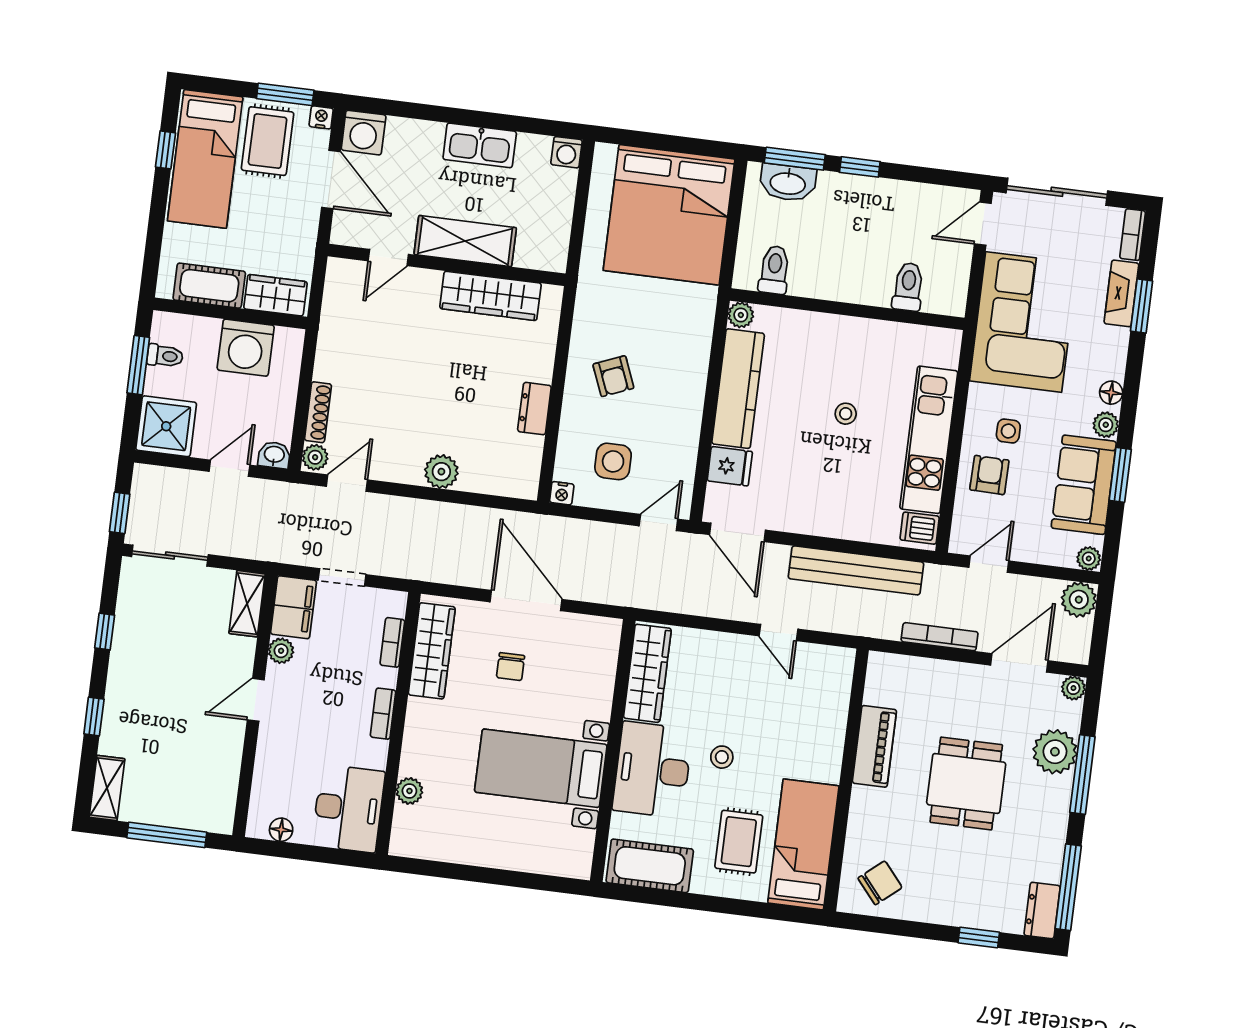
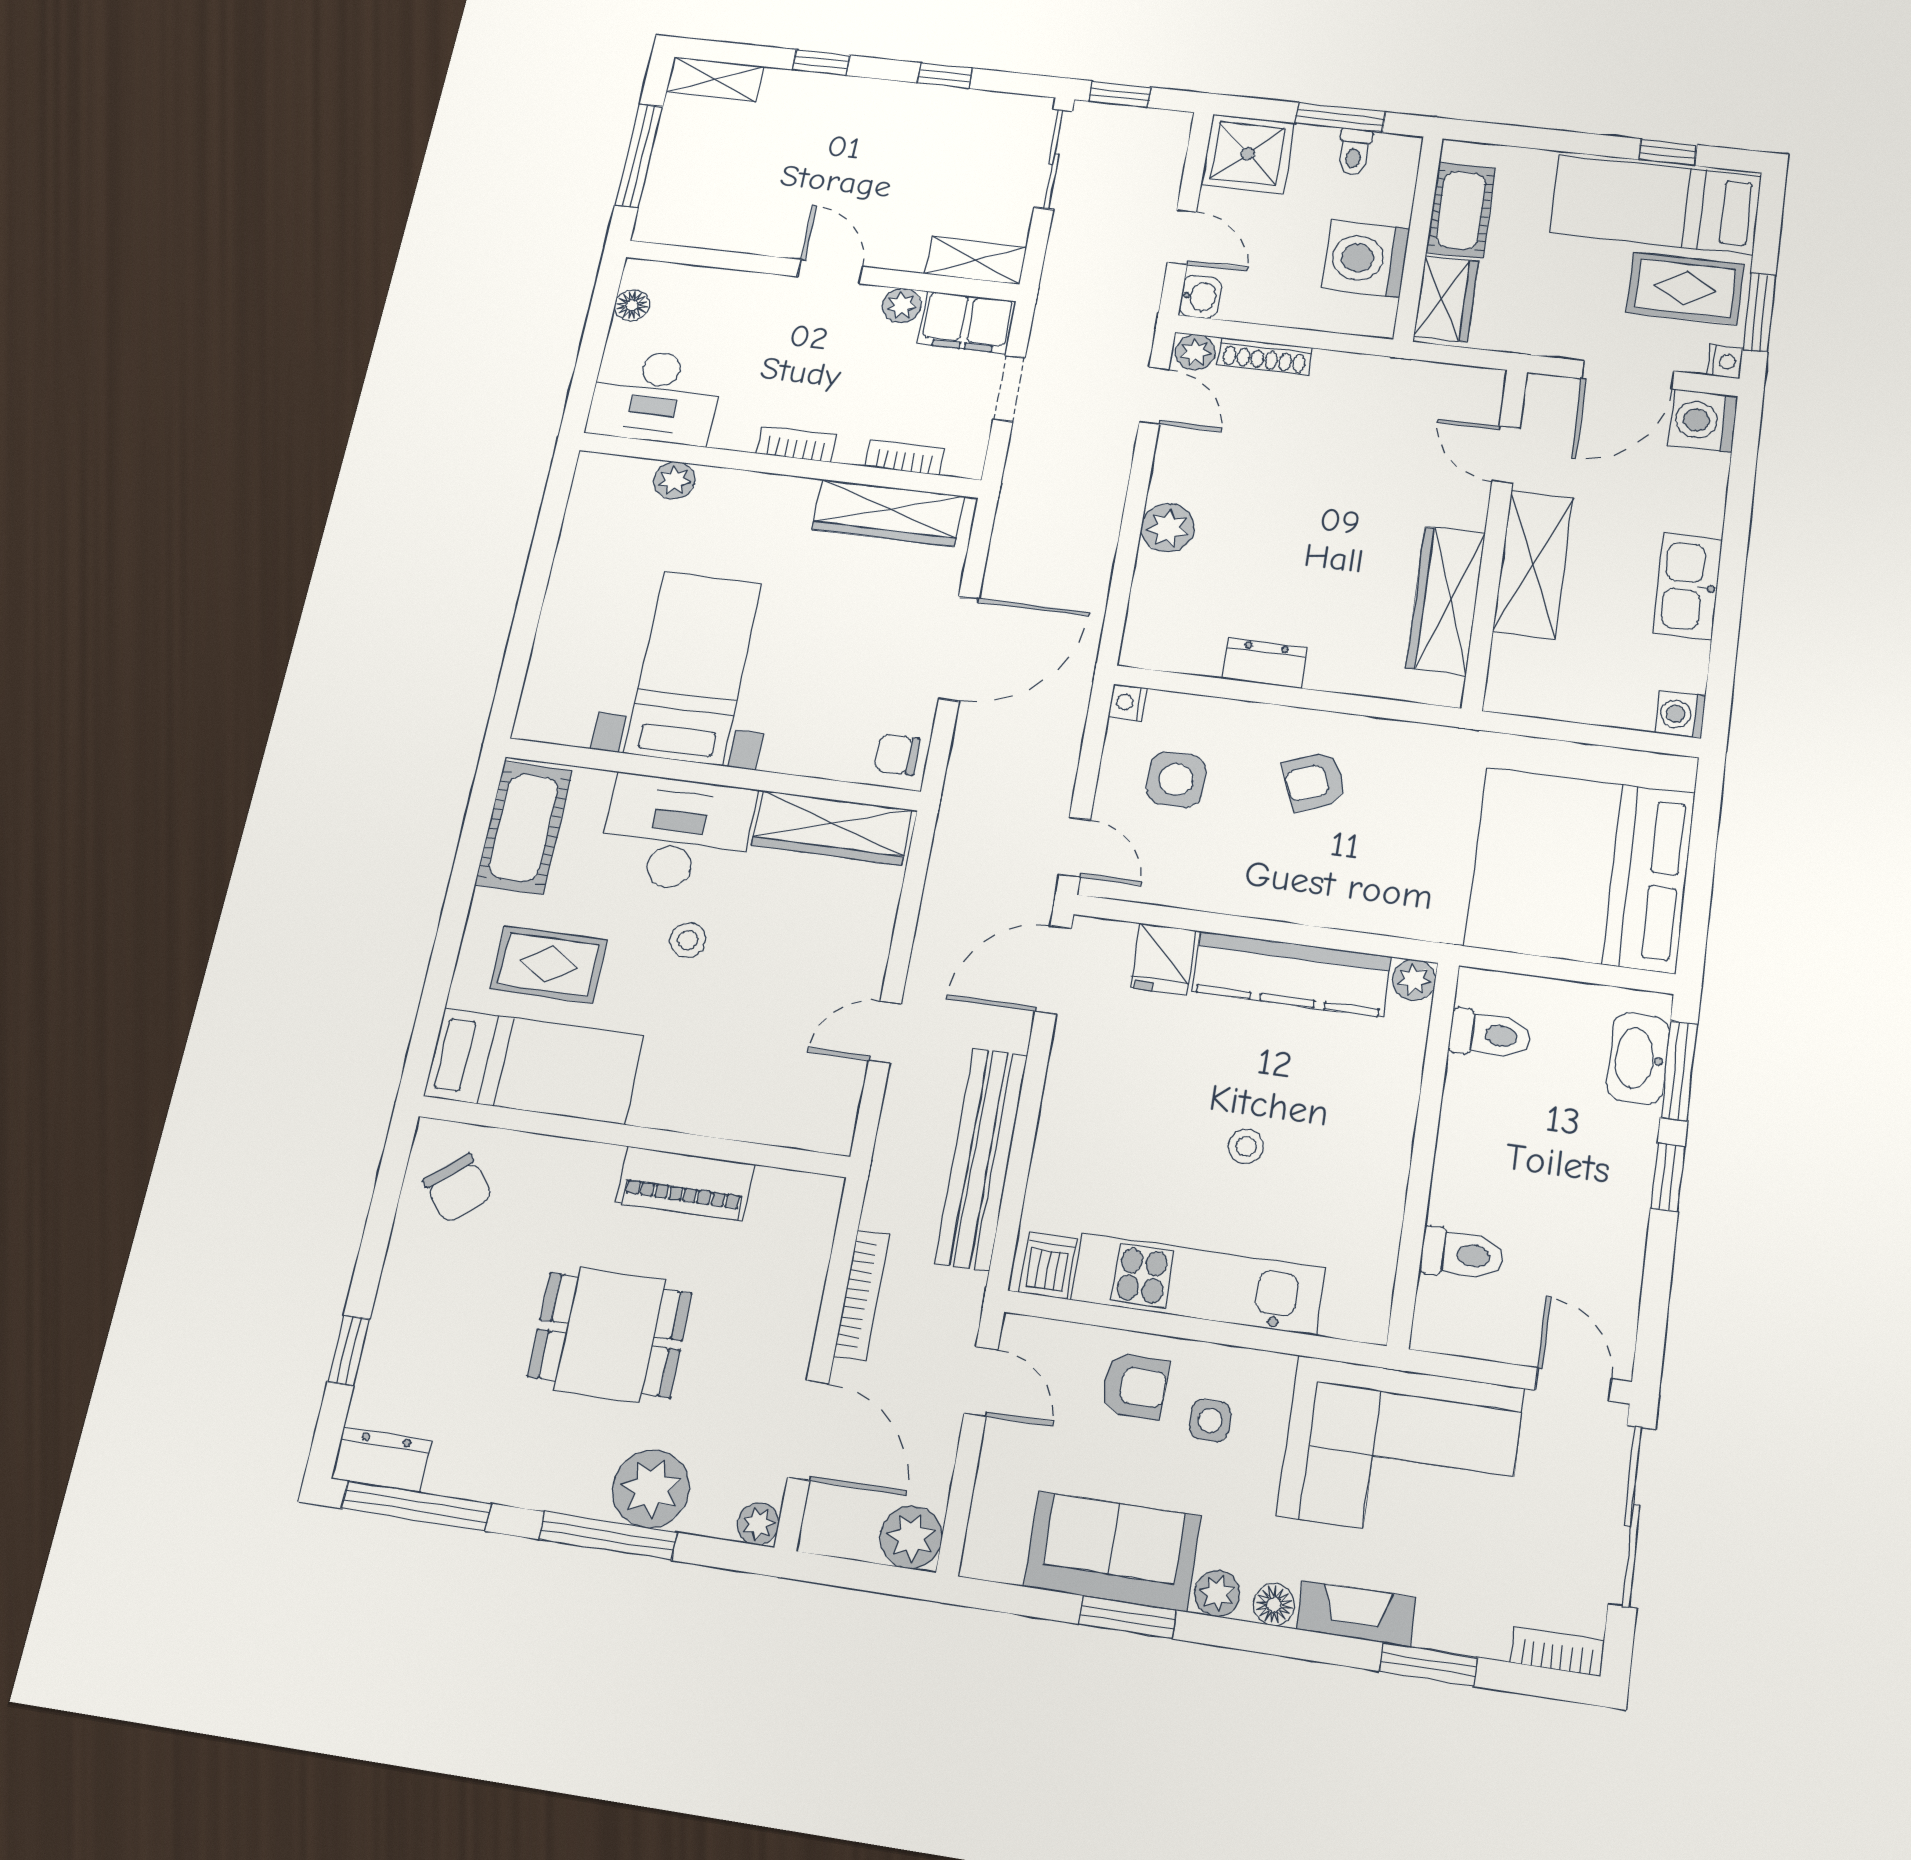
fireplace: (1121, 293) -> (1356, 1613), moved
plant: (1089, 559) -> (982, 1557), removed
chair: (511, 667) -> (897, 754), moved

